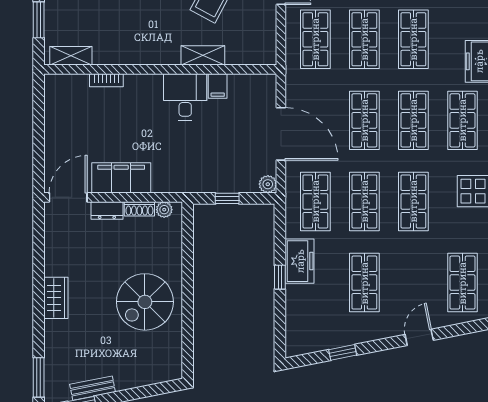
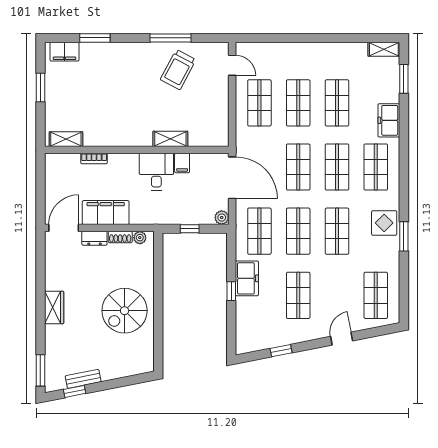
shelving: (203, 55) -> (170, 139), moved
shelving: (71, 56) -> (66, 139), moved
wall: (160, 69) -> (137, 150), moved
bookcase: (106, 80) -> (94, 159), moved
filing cabinet: (218, 86) -> (182, 163), moved
desk: (185, 97) -> (156, 172), moved

